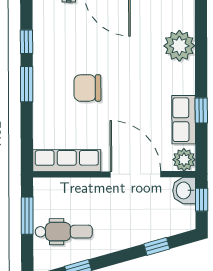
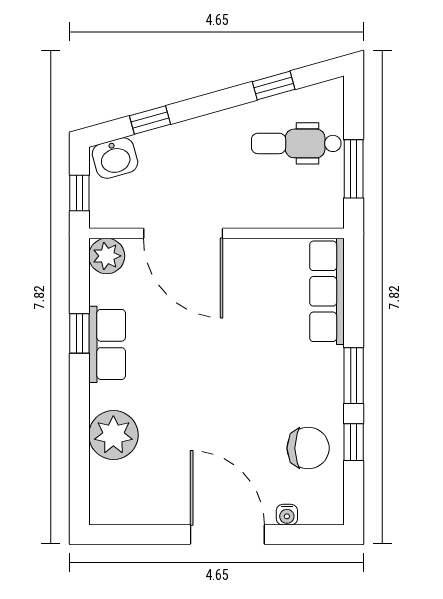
chair: (87, 88) -> (308, 448), moved
row of seats: (184, 120) -> (107, 344), moved
row of seats: (67, 161) -> (327, 291), moved, turned 90
washbasin: (184, 190) -> (115, 158), moved, turned 74

